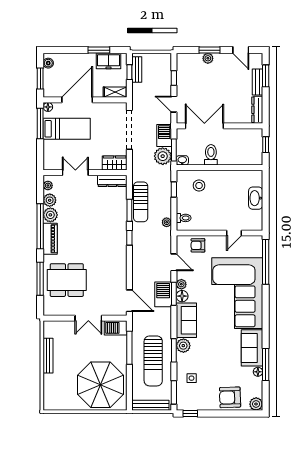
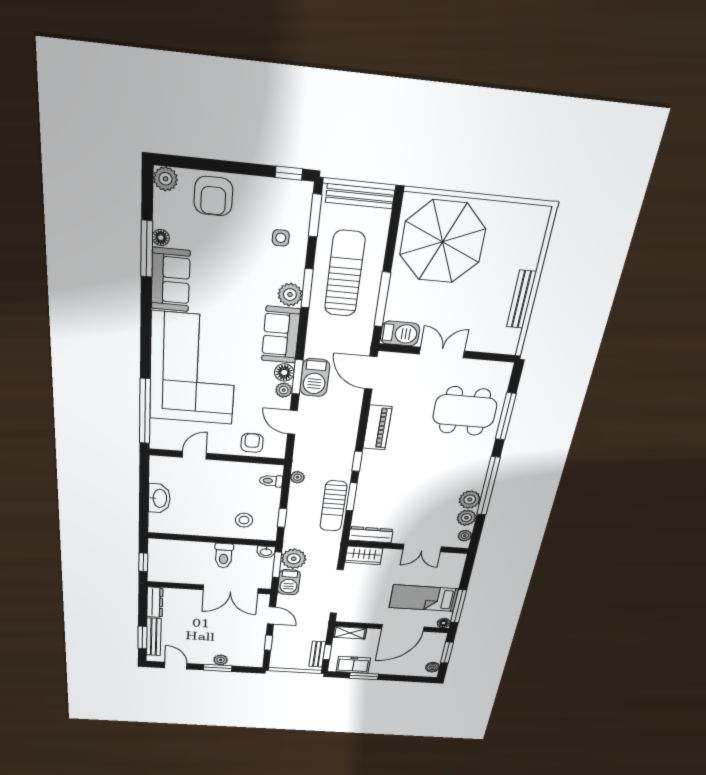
bench: (257, 82) -> (154, 637), width x1.36
sun lounger: (141, 202) -> (333, 506), turned 180
piano: (50, 239) -> (377, 428), moved, turned 180
armchair: (198, 245) -> (252, 443), turned -90
armchair: (230, 397) -> (213, 196), turned 92

